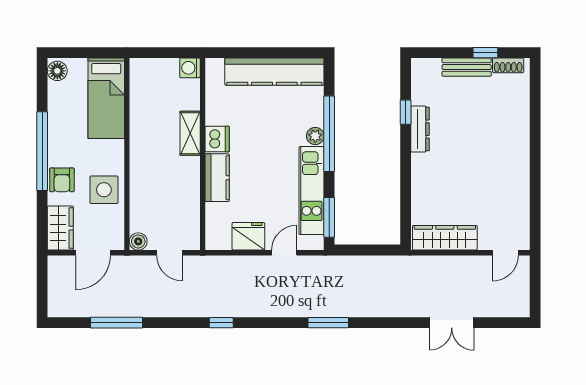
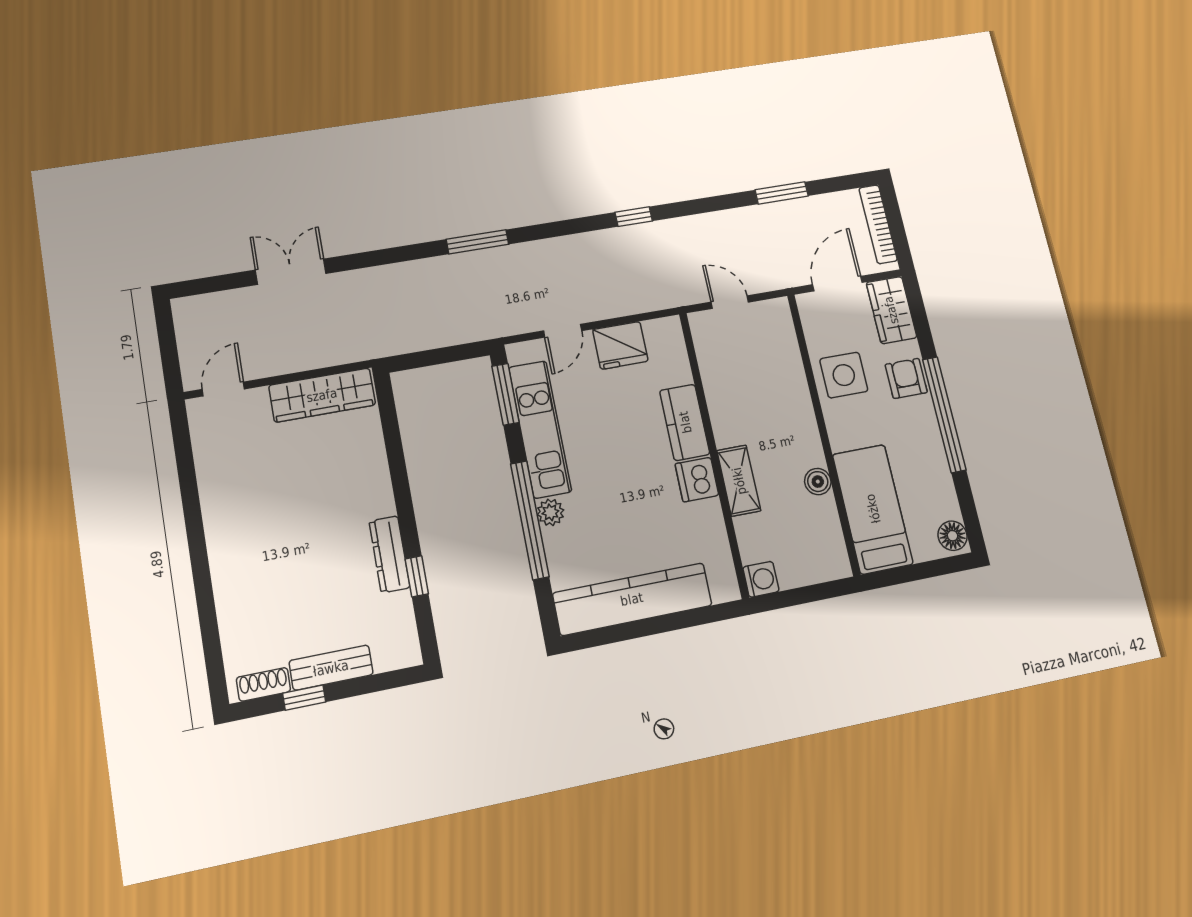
boiler: (138, 241) -> (818, 482), moved
bookcase: (55, 289) -> (878, 224), added
window: (117, 323) -> (782, 193), width x0.69

